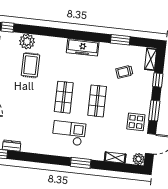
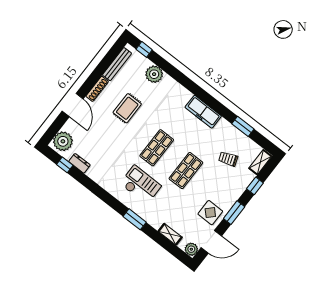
rug: (30, 65) -> (127, 108), moved

